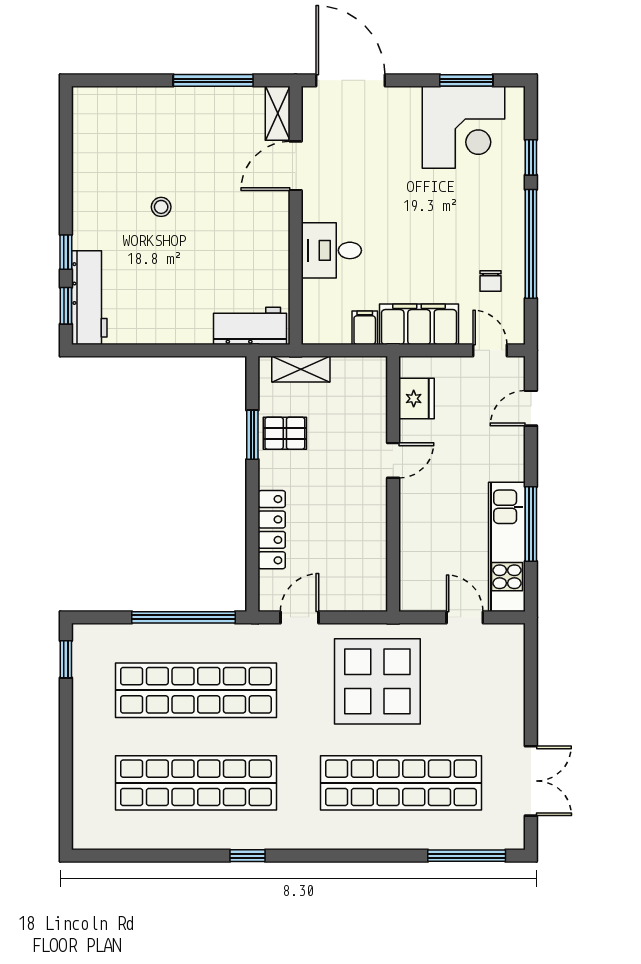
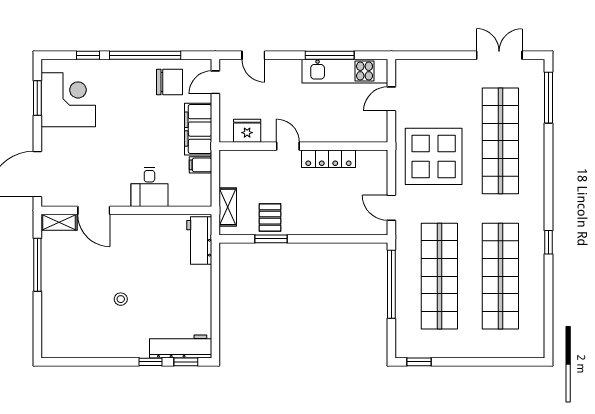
chair: (490, 281) -> (170, 82), width x1.87, depth x1.87
locker: (272, 530) -> (328, 159), moved, turned 180

